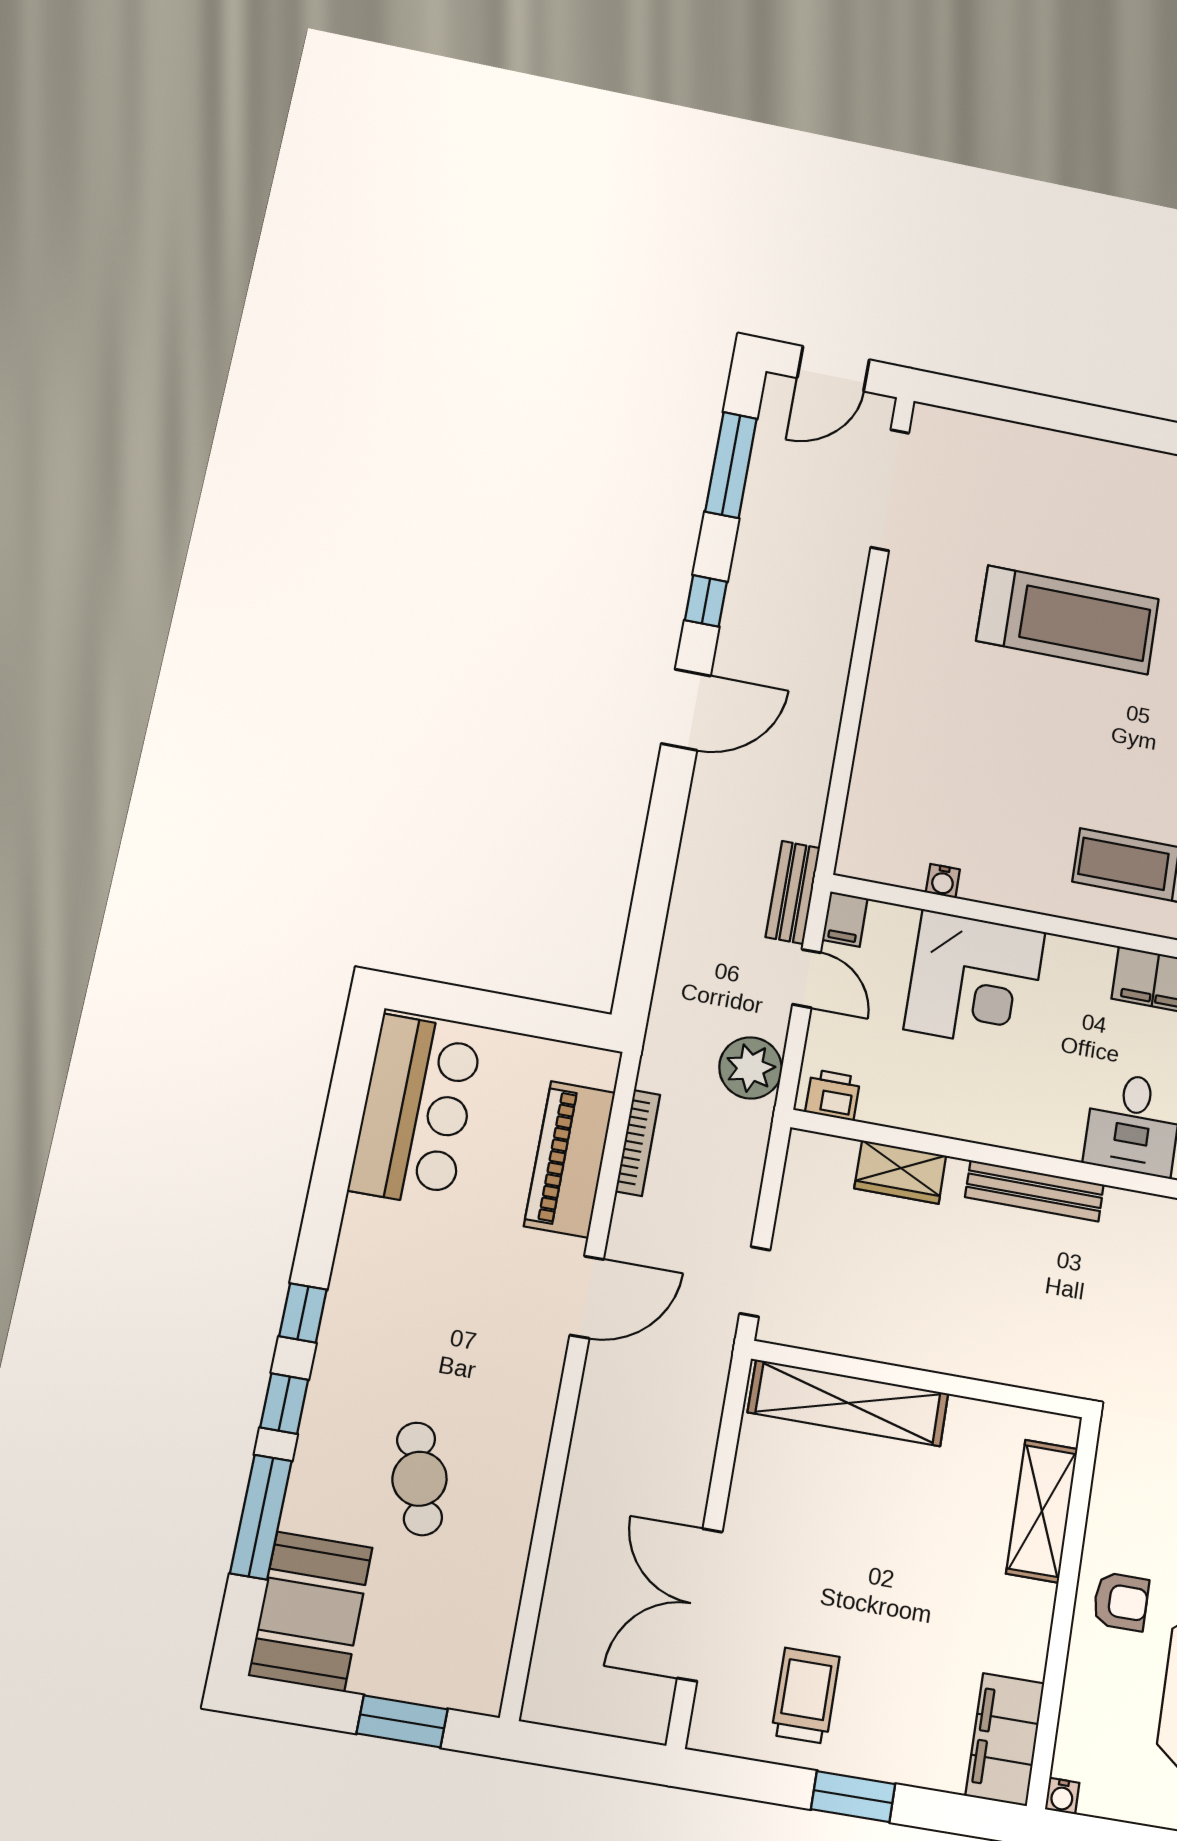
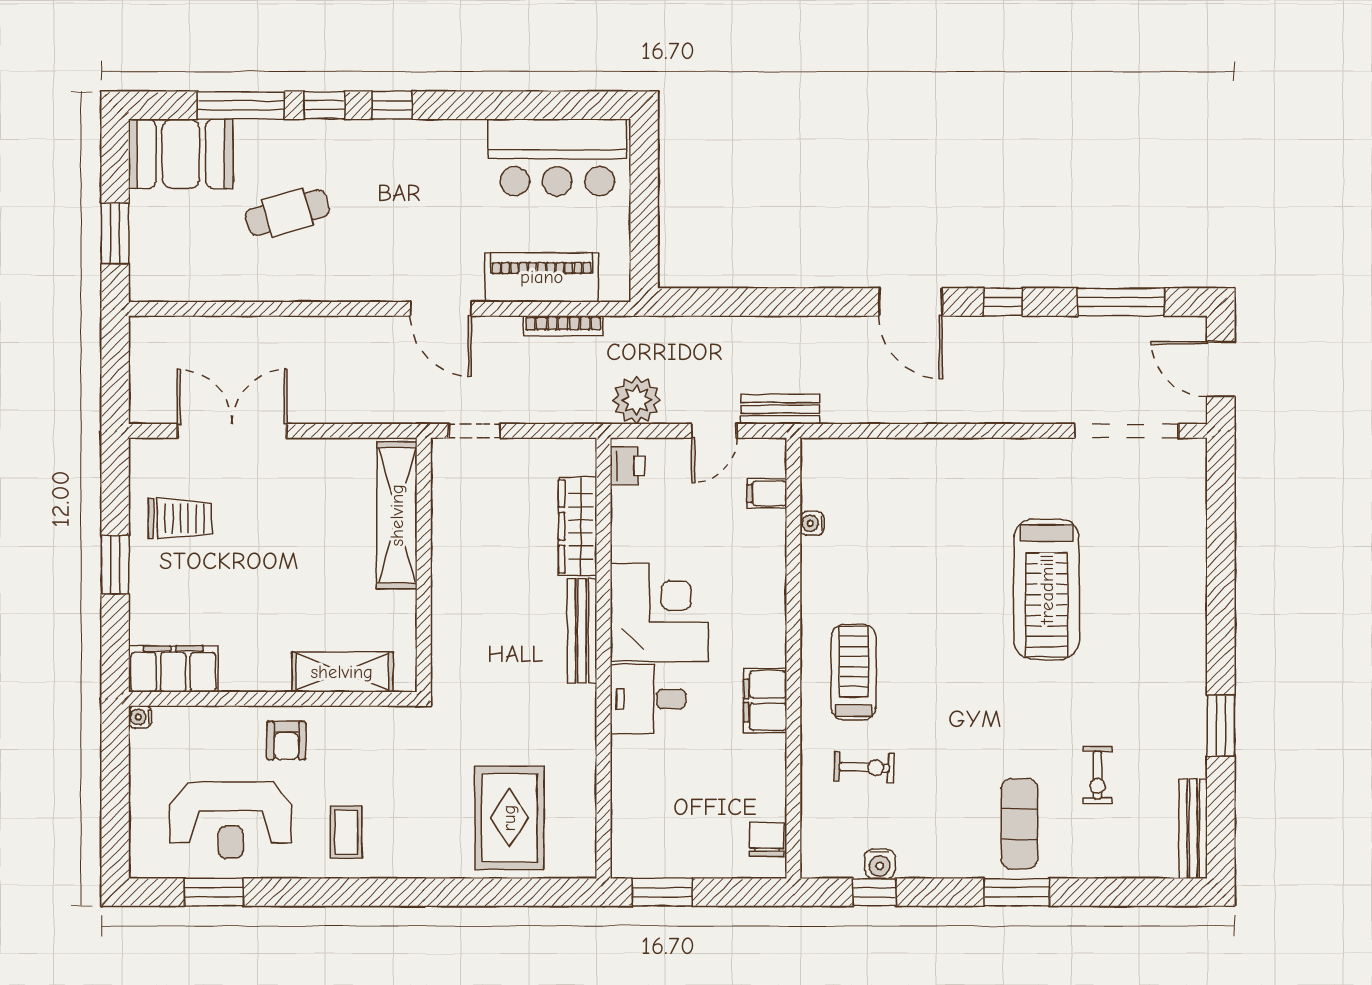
filing cabinet: (845, 919) -> (767, 493), moved
corner desk: (975, 980) -> (659, 612), moved, turned 180
wardrobe: (900, 1172) -> (578, 526), width x1.50

